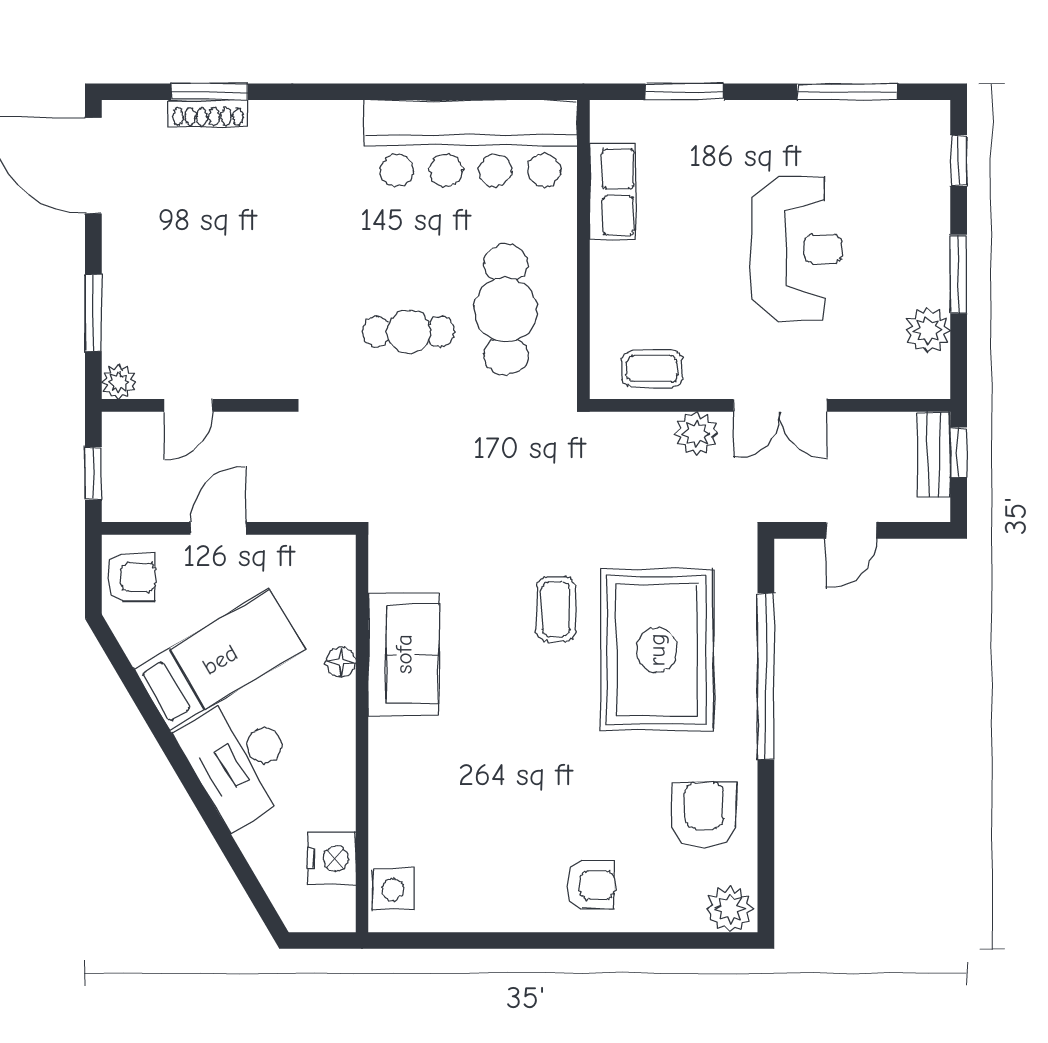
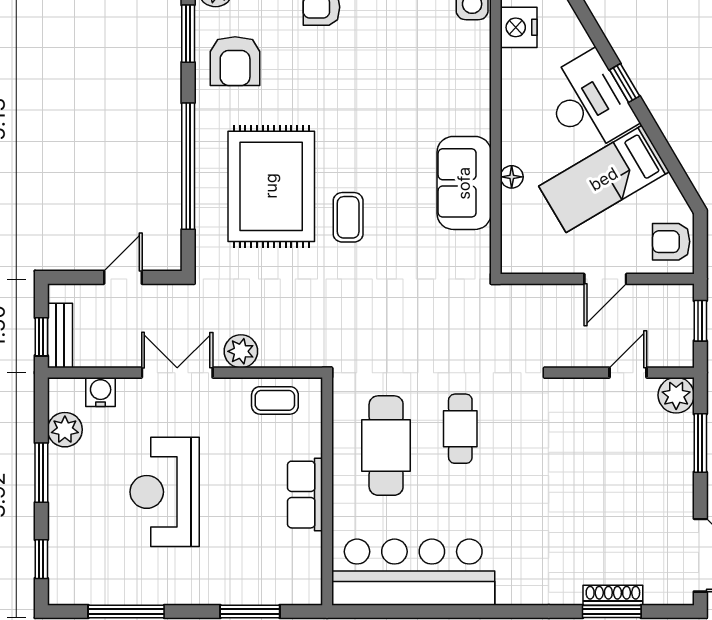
row of seats: (612, 192) -> (305, 495), moved
cafe table: (408, 332) -> (460, 429), turned 90
water cooler: (881, 380) -> (101, 392), added
plant: (119, 382) -> (676, 395), width x1.38, depth x1.38
window: (193, 786) -> (625, 83), added
window: (766, 850) -> (188, 34), added

